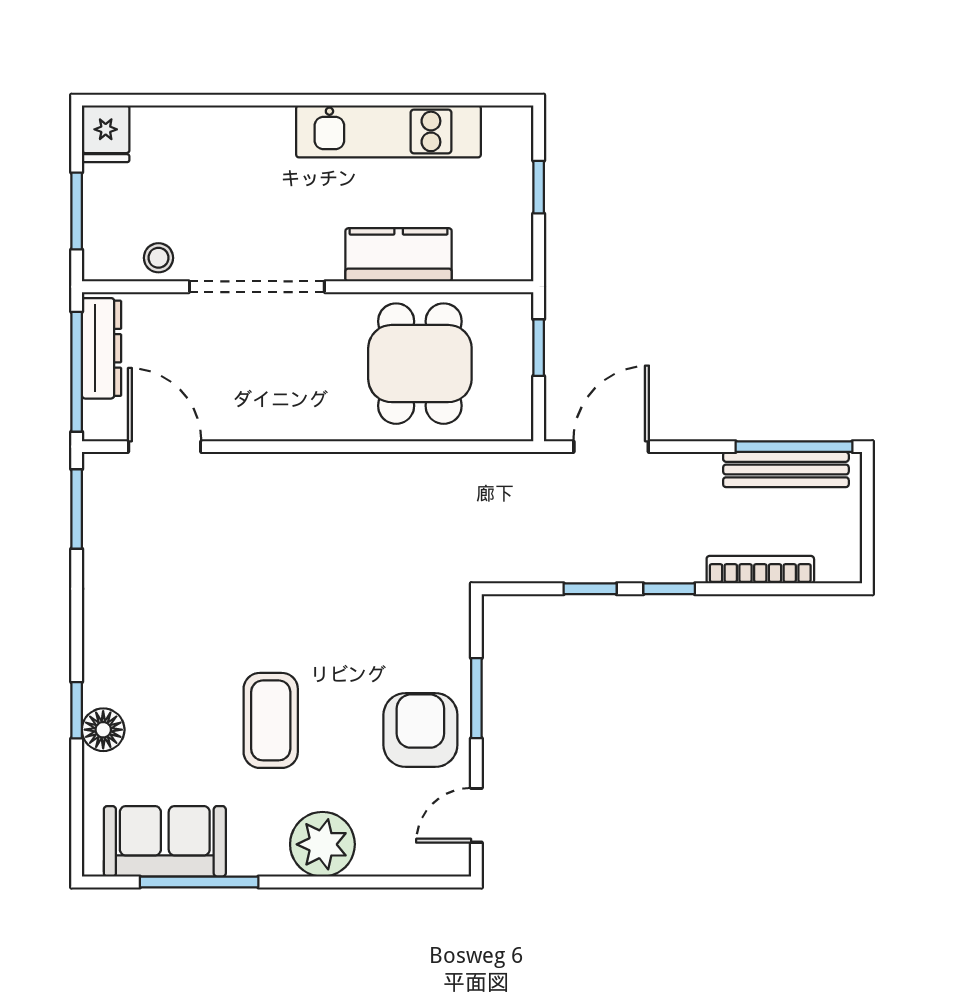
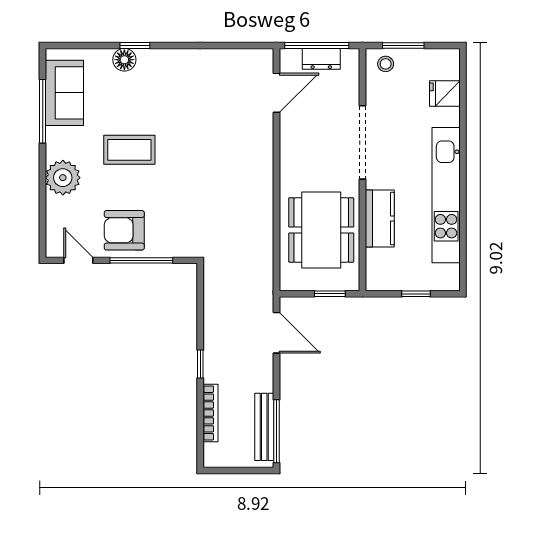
kitchen unit: (389, 131) -> (446, 195), width x1.36
fridge: (106, 134) -> (445, 94), moved
stool: (158, 258) -> (386, 64), moved
dresser: (102, 348) -> (321, 59), width x0.70
dining table: (420, 364) -> (321, 230), width x1.38
window: (77, 509) -> (243, 45), removed
window: (590, 589) -> (200, 322), removed
window: (476, 698) -> (141, 260), width x1.44
armchair: (420, 730) -> (124, 230), turned 180

